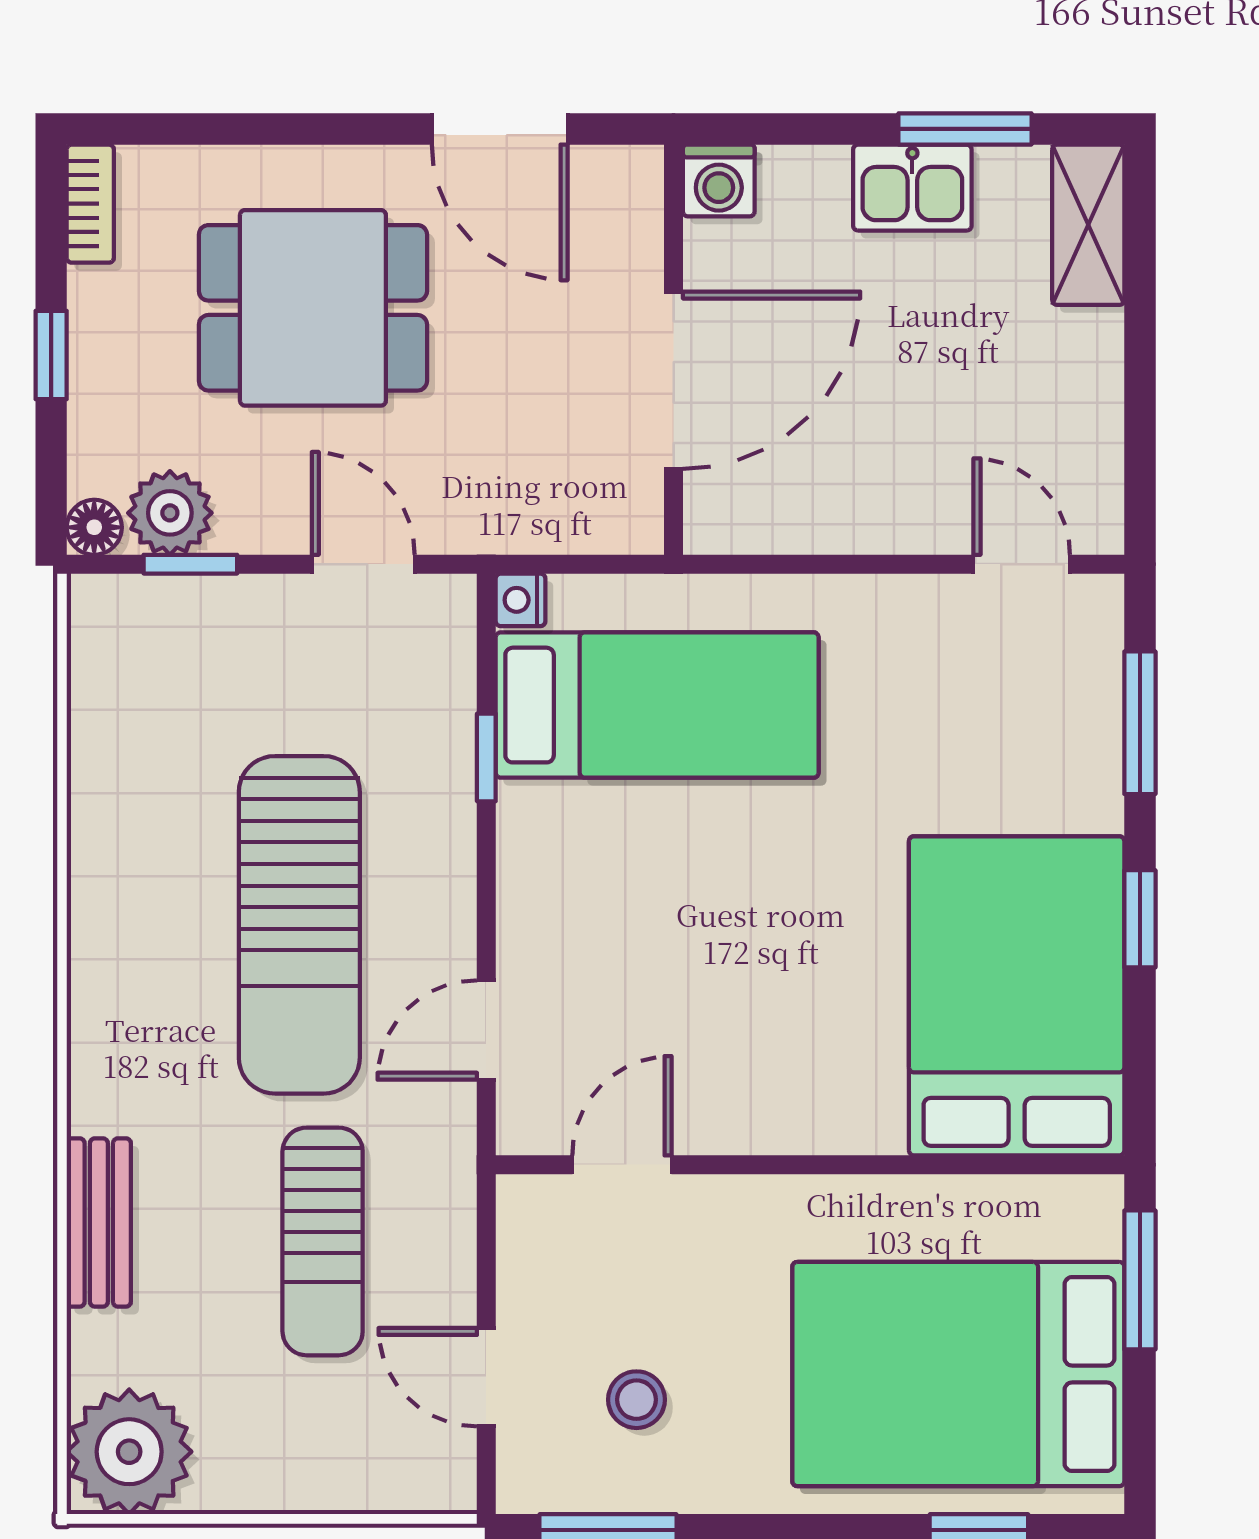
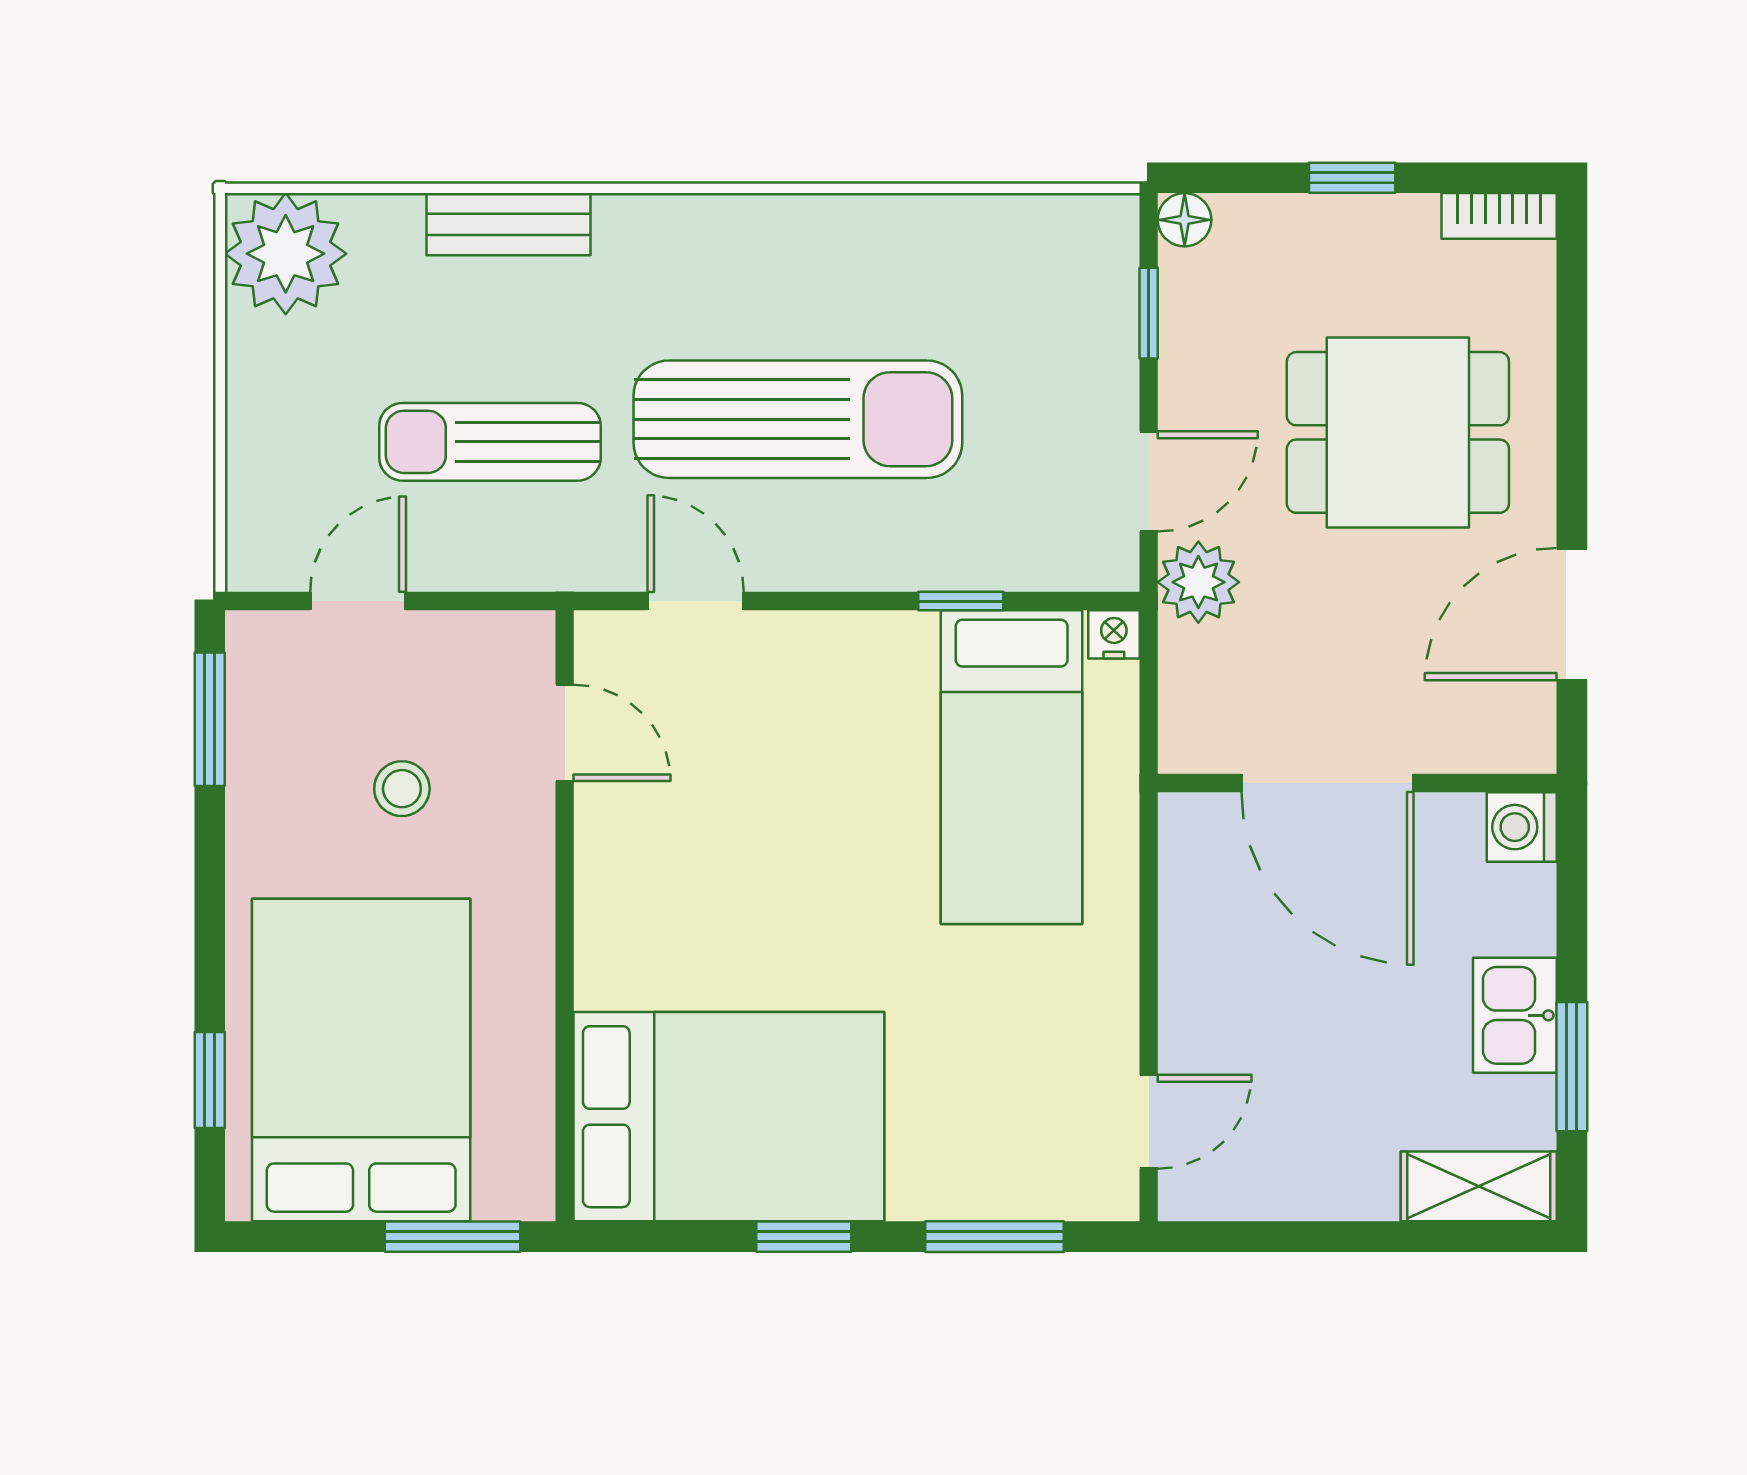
dining table: (313, 308) -> (1398, 432), turned 90
plant: (170, 513) -> (1198, 582), moved
sun lounger: (299, 925) -> (798, 419), turned 180
stool: (637, 1400) -> (402, 789), moved

